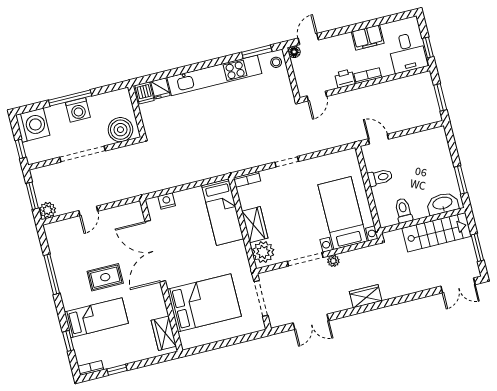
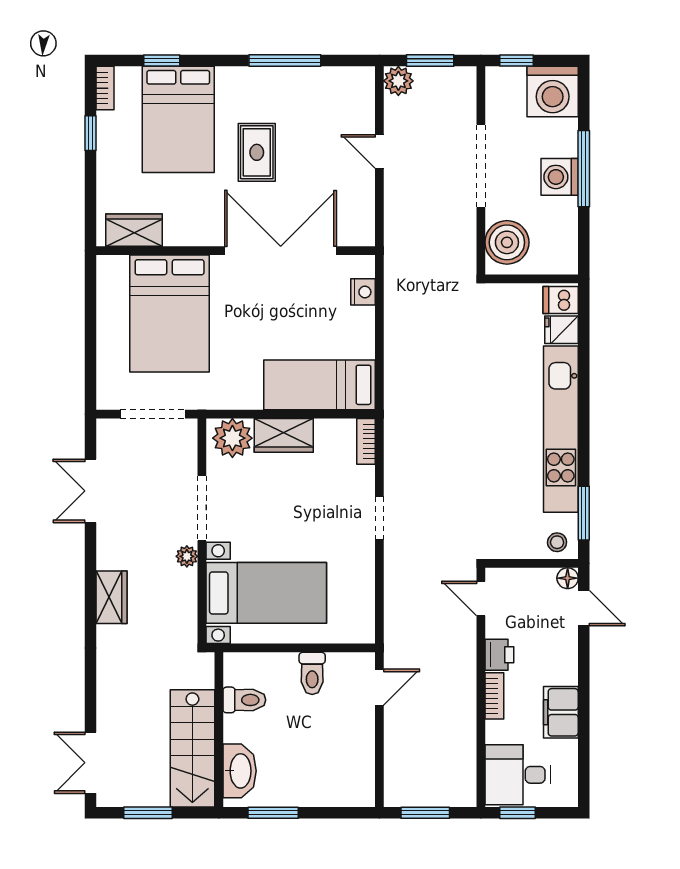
bed: (96, 318) -> (178, 119), width x1.50

